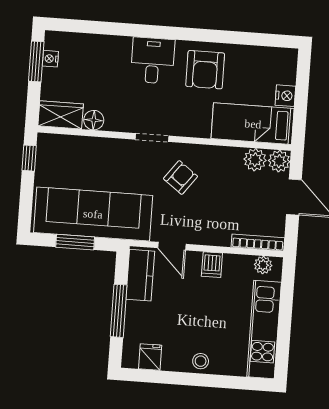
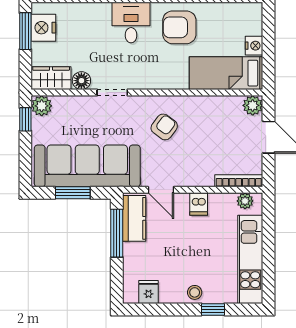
nightstand: (50, 59) -> (43, 28), width x1.89, depth x1.79
armchair: (205, 70) -> (179, 27), turned 90
doorway: (152, 138) -> (112, 93), moved
plant: (255, 160) -> (42, 106), moved
window: (119, 311) -> (117, 233), moved
window: (219, 381) -> (213, 309), added

